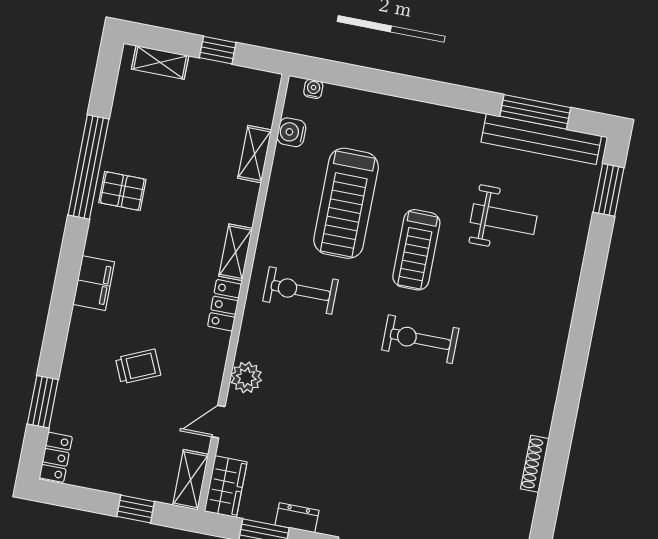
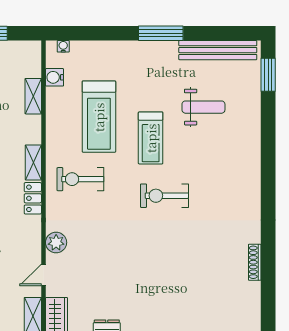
window: (535, 112) -> (161, 33), moved

